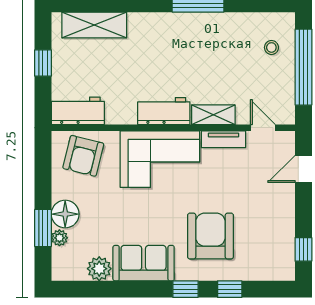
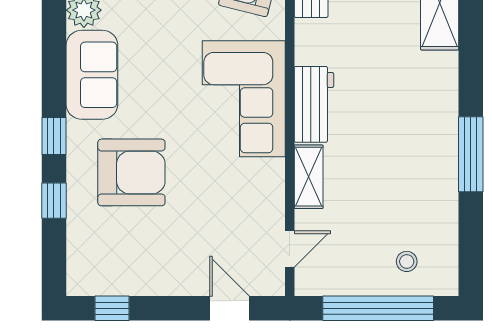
tv unit: (223, 139) -> (273, 191), removed

